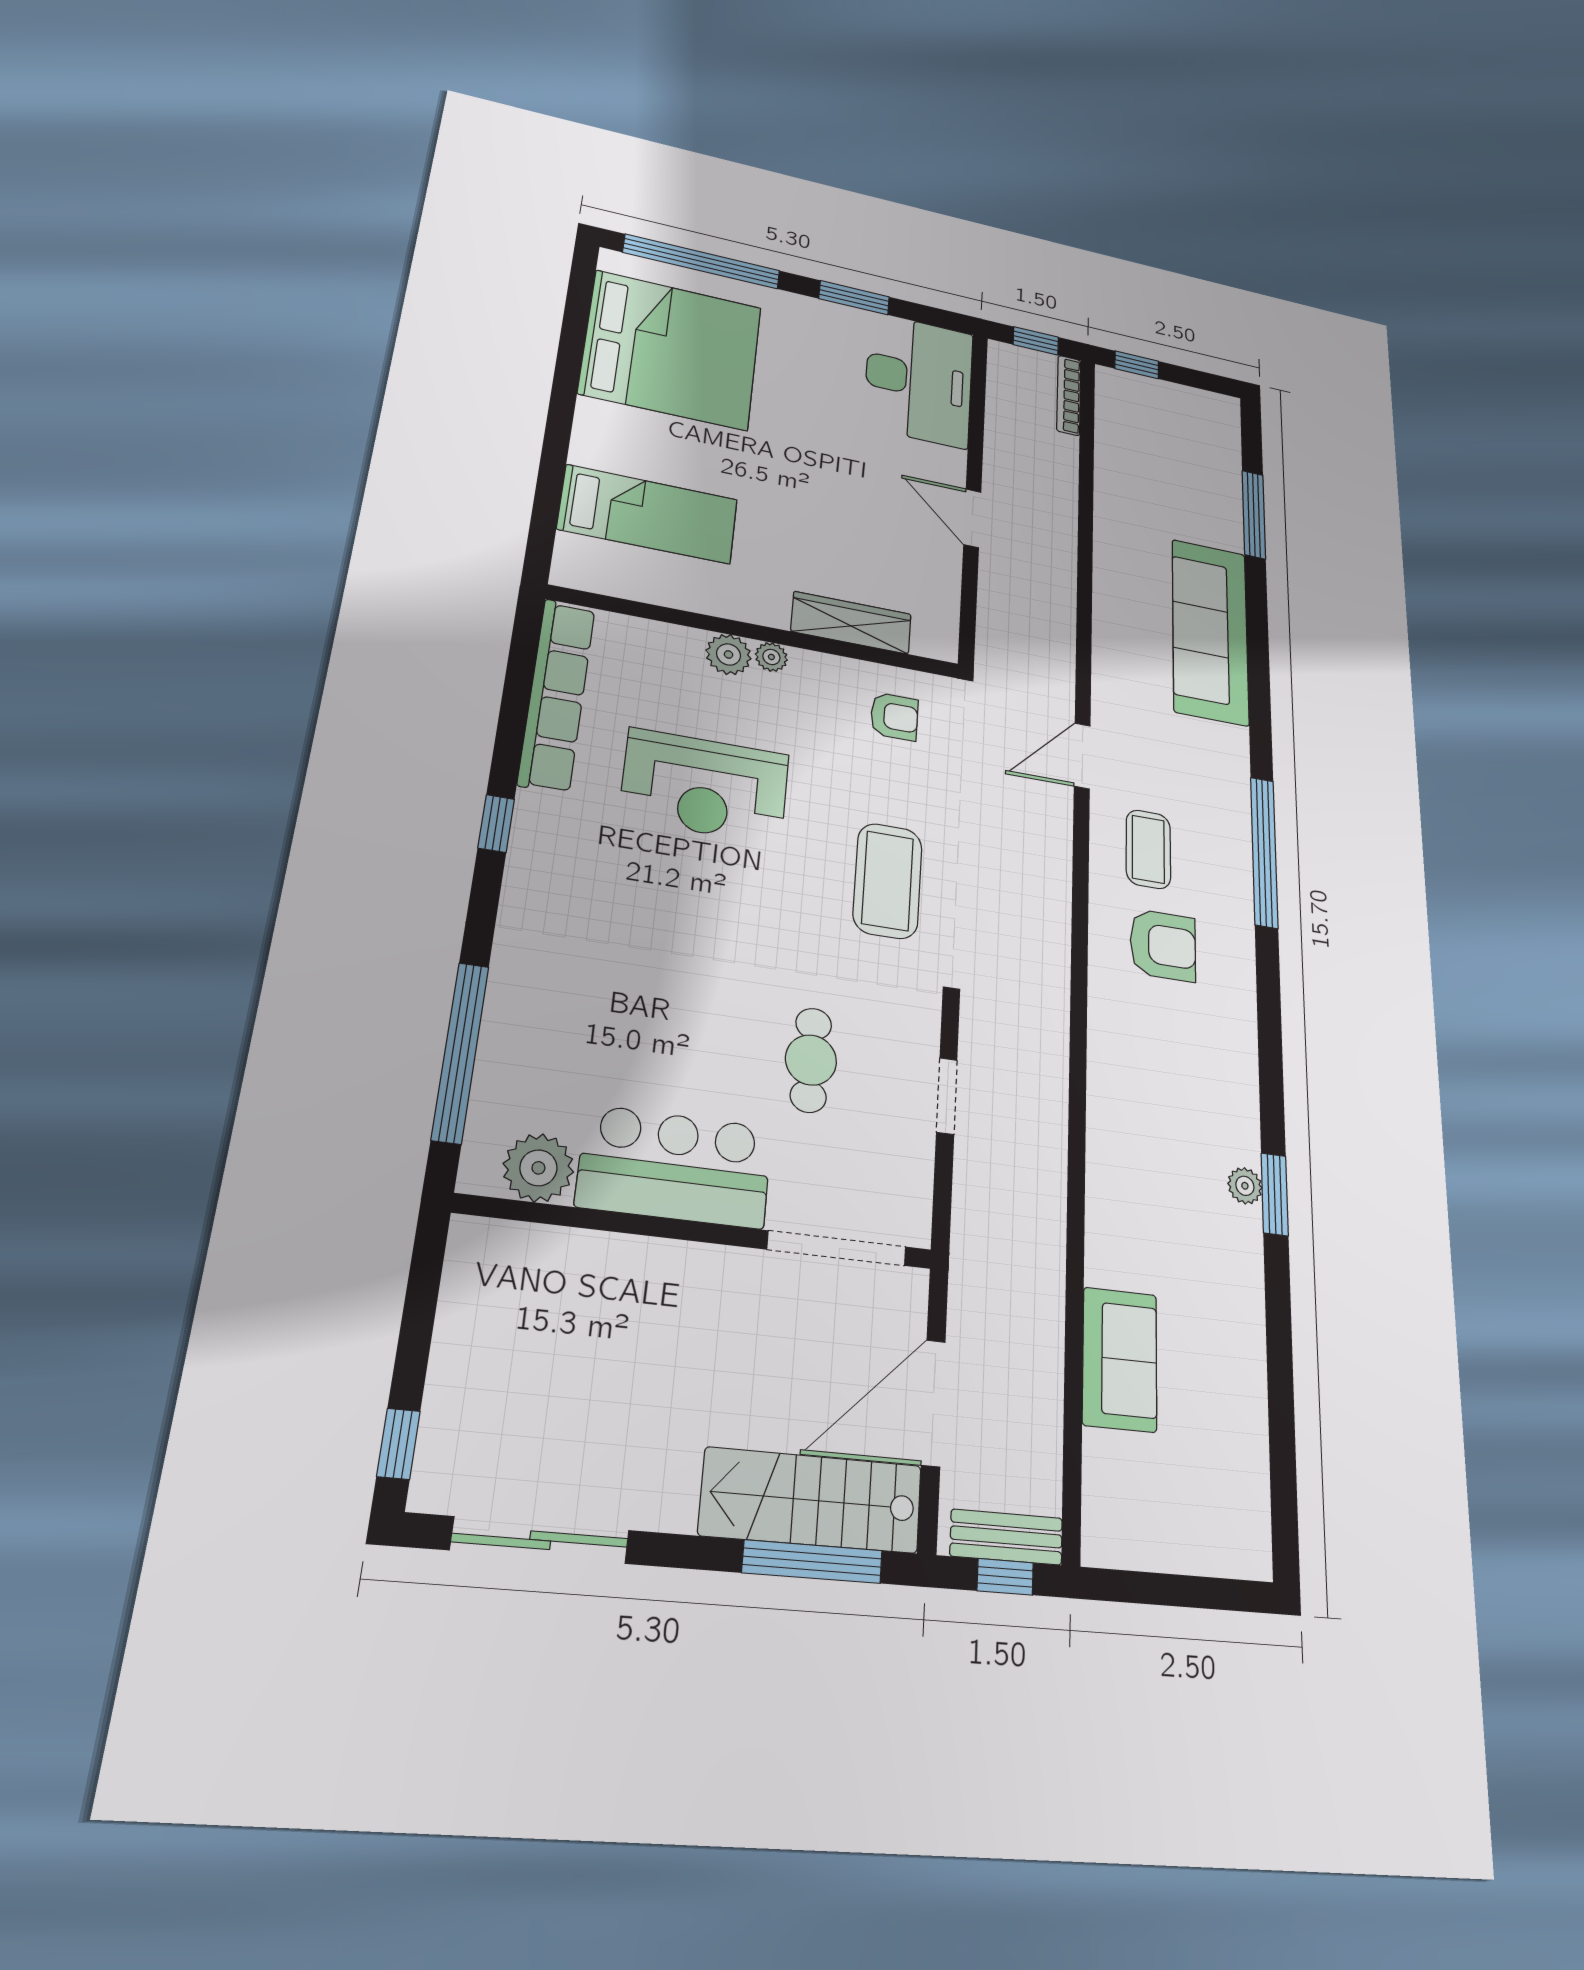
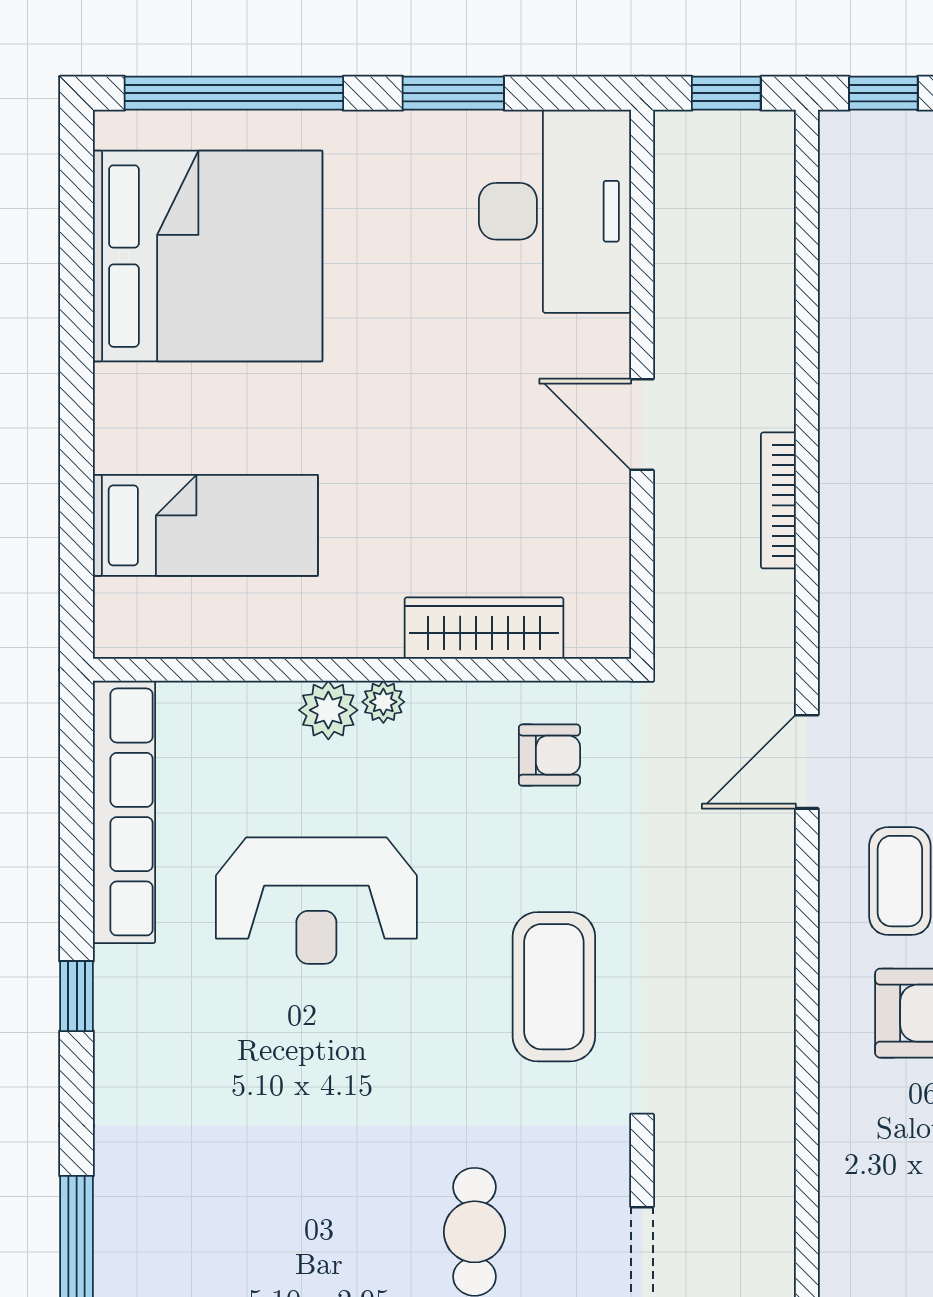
bookcase: (1069, 395) -> (778, 500), moved

